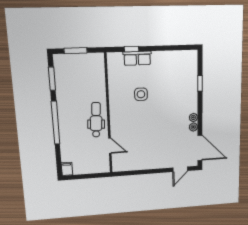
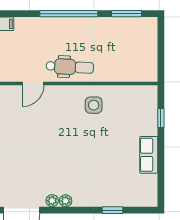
window: (76, 51) -> (161, 46), removed
row of seats: (137, 58) -> (149, 155), moved
side table: (141, 94) -> (94, 105), moved

